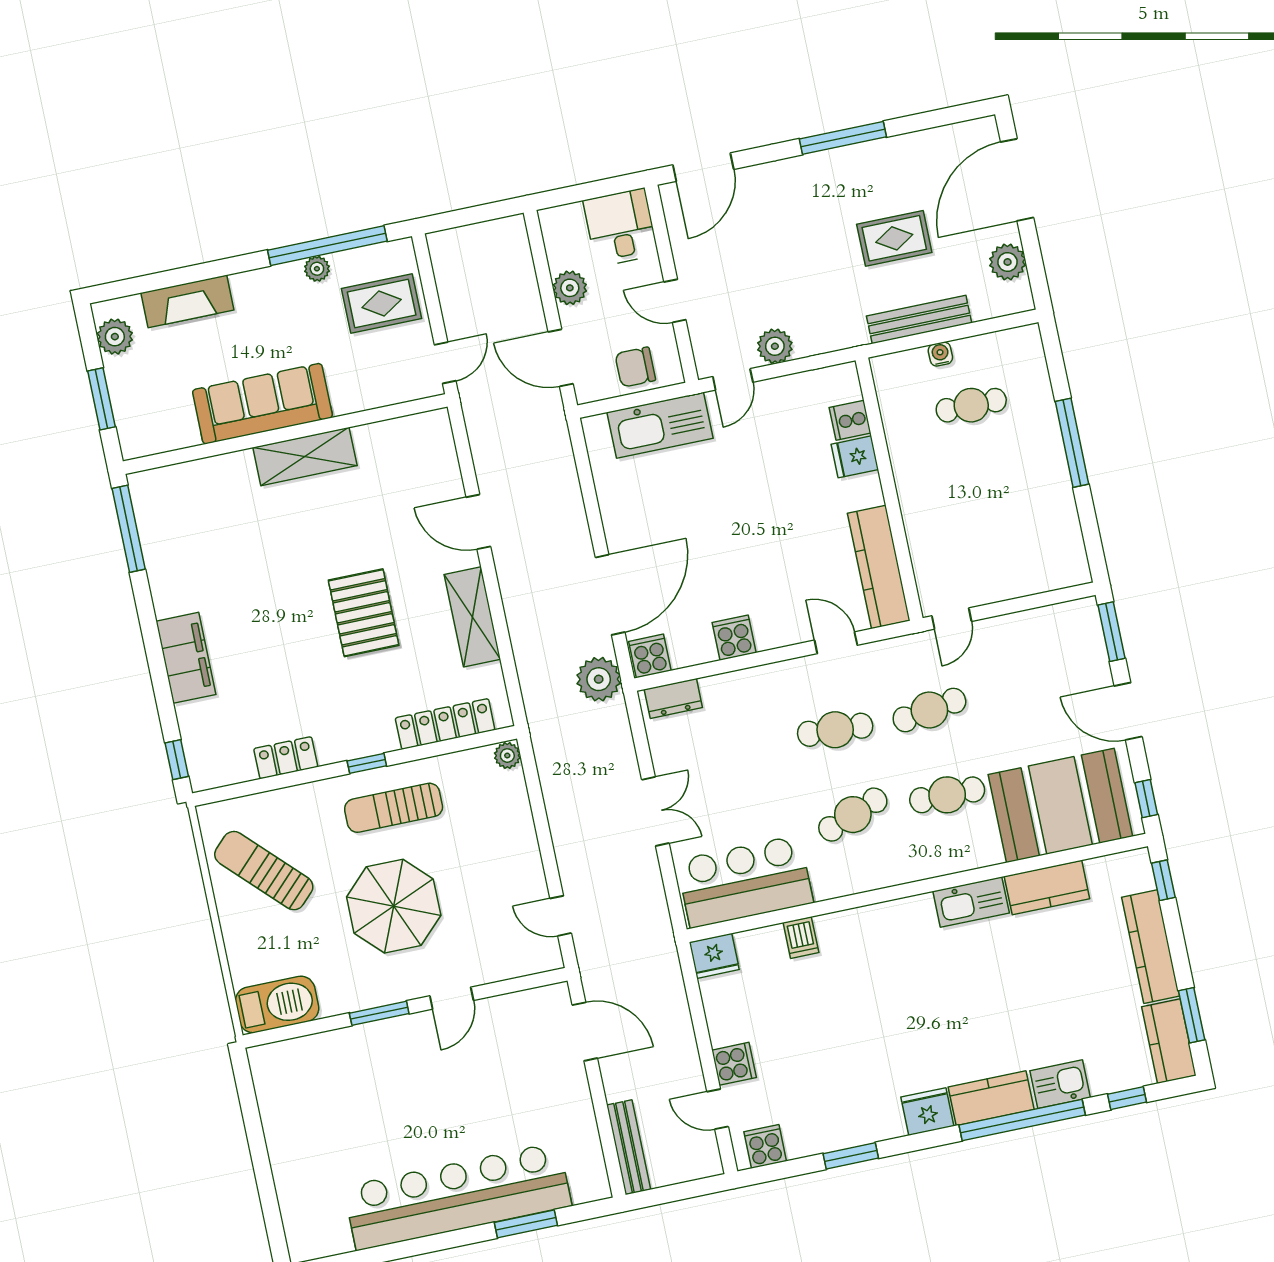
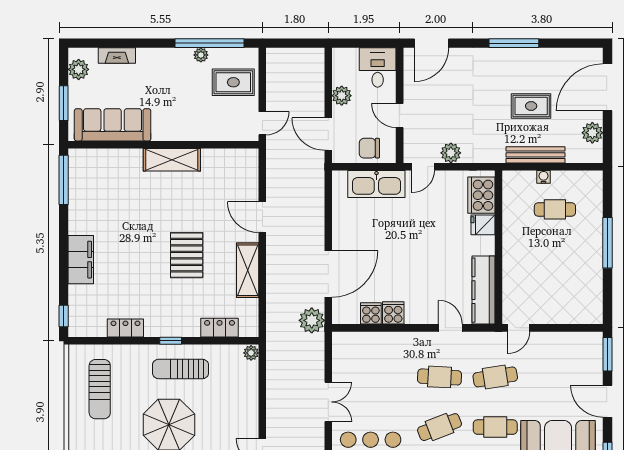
fireplace: (187, 301) -> (117, 56), width x0.73, depth x0.76
sofa: (262, 404) -> (113, 125), moved
cooker: (850, 420) -> (481, 195), width x1.87, depth x1.31
cooker: (650, 656) -> (371, 313), moved
dresser: (673, 698) -> (352, 340), removed
locker: (445, 724) -> (220, 328), width x0.66
sun lounger: (264, 871) -> (100, 389), turned -135

